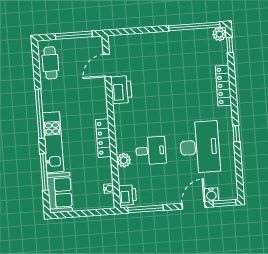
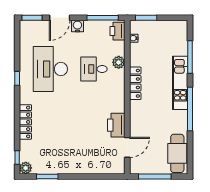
window: (194, 26) -> (47, 176), width x0.47
cafe table: (50, 63) -> (177, 153), width x1.37, depth x1.35
sofa: (60, 193) -> (178, 38), removed
water cooler: (211, 195) -> (77, 26), moved
window: (97, 212) -> (146, 18), added

